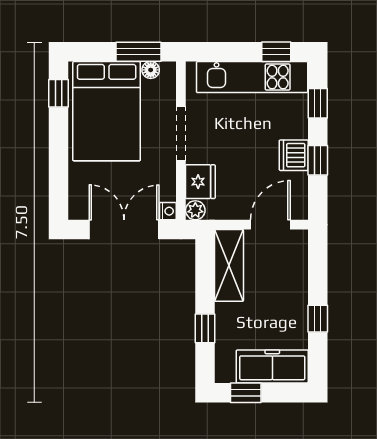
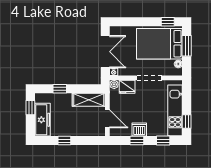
window: (138, 52) -> (187, 46), moved

